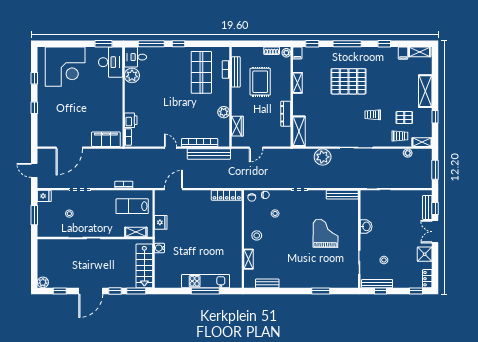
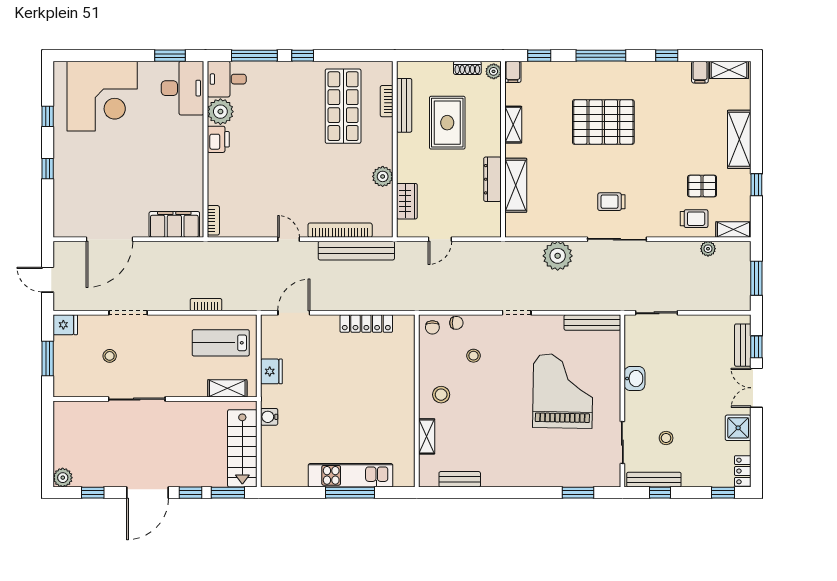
trolley: (373, 115) -> (611, 202), moved
printer: (131, 120) -> (218, 139), moved
shelving: (299, 131) -> (516, 185), moved
locker: (227, 195) -> (366, 324), moved
grand piano: (326, 233) -> (563, 391), width x1.37, depth x1.48
window: (321, 291) -> (578, 493), moved

